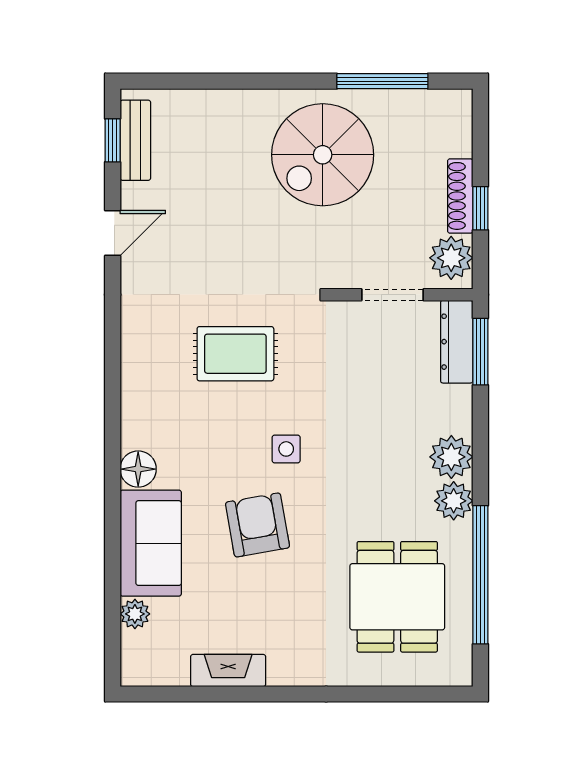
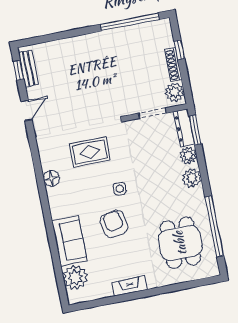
window: (382, 81) -> (130, 22), width x1.46
spiral stairs: (323, 155) -> (110, 59), removed
window: (480, 208) -> (179, 50), moved
floor lamp: (138, 469) -> (51, 178), moved
plant: (454, 501) -> (188, 156), moved
plant: (135, 614) -> (75, 277), width x1.87, depth x1.87
fireplace: (228, 671) -> (130, 286), moved

